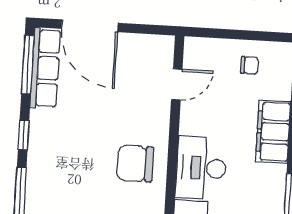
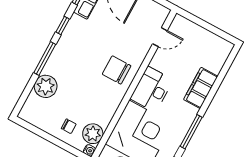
chair: (250, 65) -> (205, 45), removed

